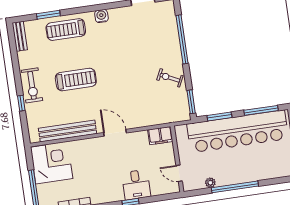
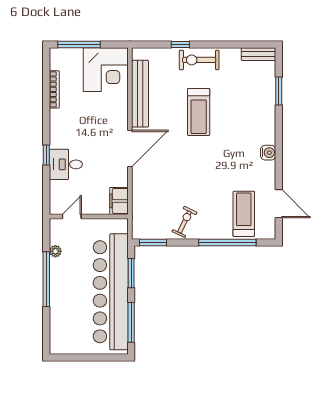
treadmill: (66, 30) -> (244, 214), moved
door: (115, 133) -> (130, 149), width x1.36

